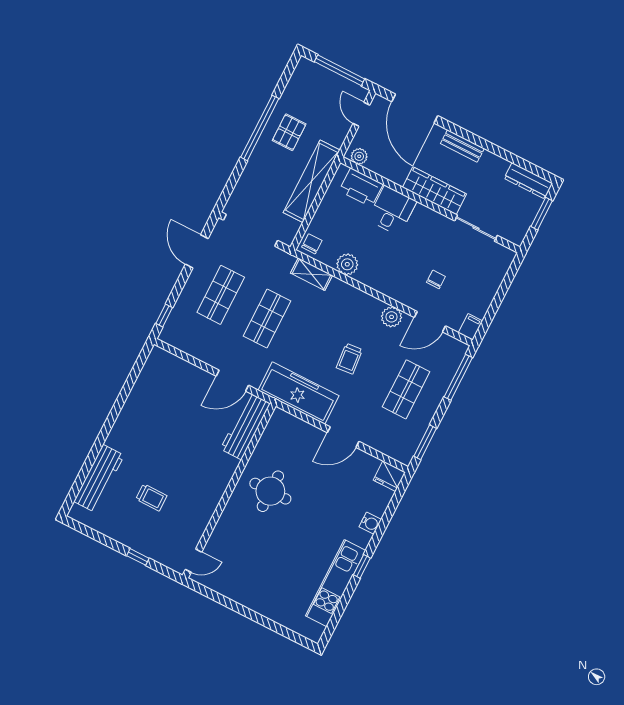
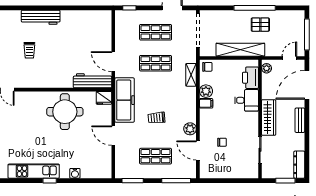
filing cabinet: (470, 327) -> (206, 103), moved
fridge: (389, 476) -> (104, 98), moved, turned -90
workbench: (99, 478) -> (41, 17), moved
round table: (270, 491) -> (65, 112), width x1.36, depth x1.36

